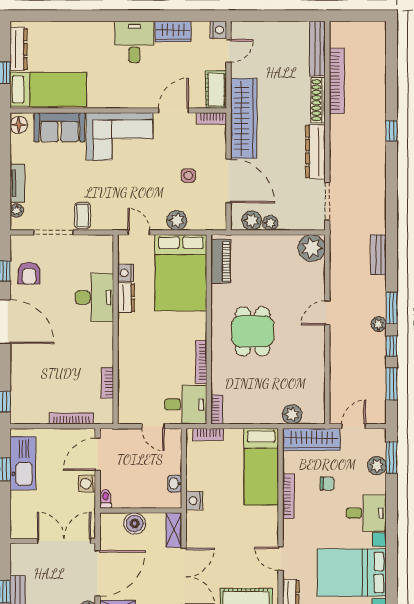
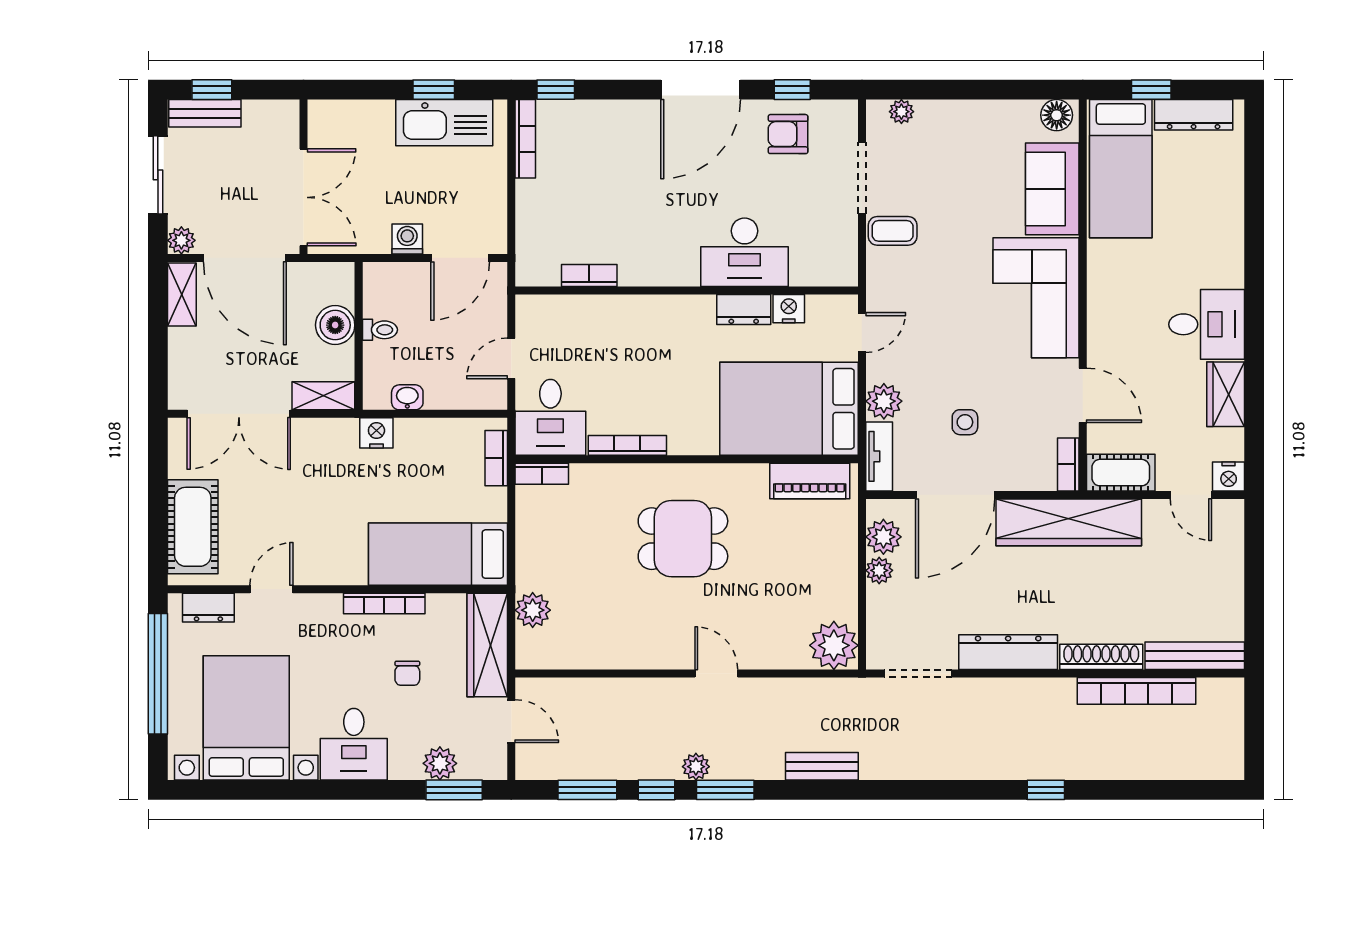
tv unit: (17, 183) -> (879, 456), moved, turned -90
bookcase: (71, 418) -> (525, 139), moved
door: (98, 454) -> (460, 258), swing flipped
toilet: (106, 499) -> (380, 330), moved

